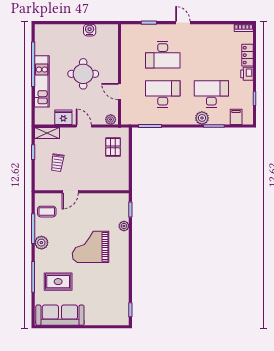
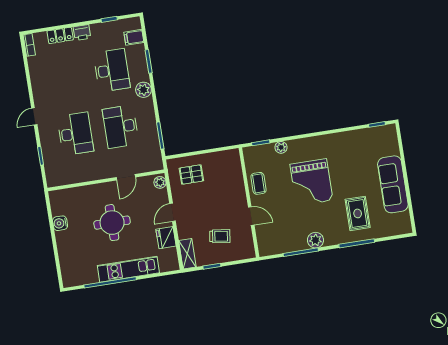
desk: (211, 94) -> (112, 70), turned 180
plant: (202, 118) -> (143, 90), moved
coffee table: (47, 212) -> (258, 183), moved
sofa: (60, 315) -> (393, 184), moved

